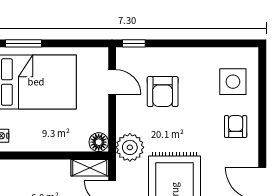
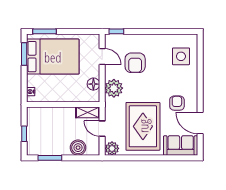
armchair: (236, 127) -> (177, 103), moved
floor lamp: (99, 142) -> (93, 84), moved
plant: (130, 147) -> (114, 88), moved

